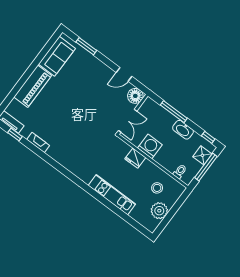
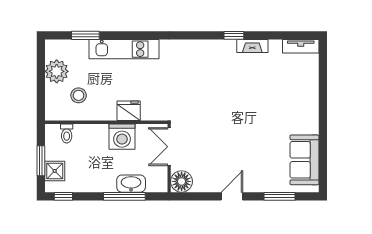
door: (124, 74) -> (232, 196), moved
piano: (33, 86) -> (306, 105), removed
washbasin: (183, 130) -> (131, 184), moved
window: (15, 134) -> (234, 35), moved
window: (206, 167) -> (41, 161), width x0.69
window: (128, 219) -> (85, 35), added

